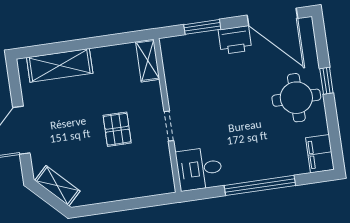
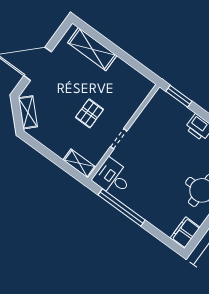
window: (202, 27) -> (179, 96), moved
shelving: (148, 61) -> (80, 163), moved, turned 90
window: (260, 185) -> (122, 207), moved

